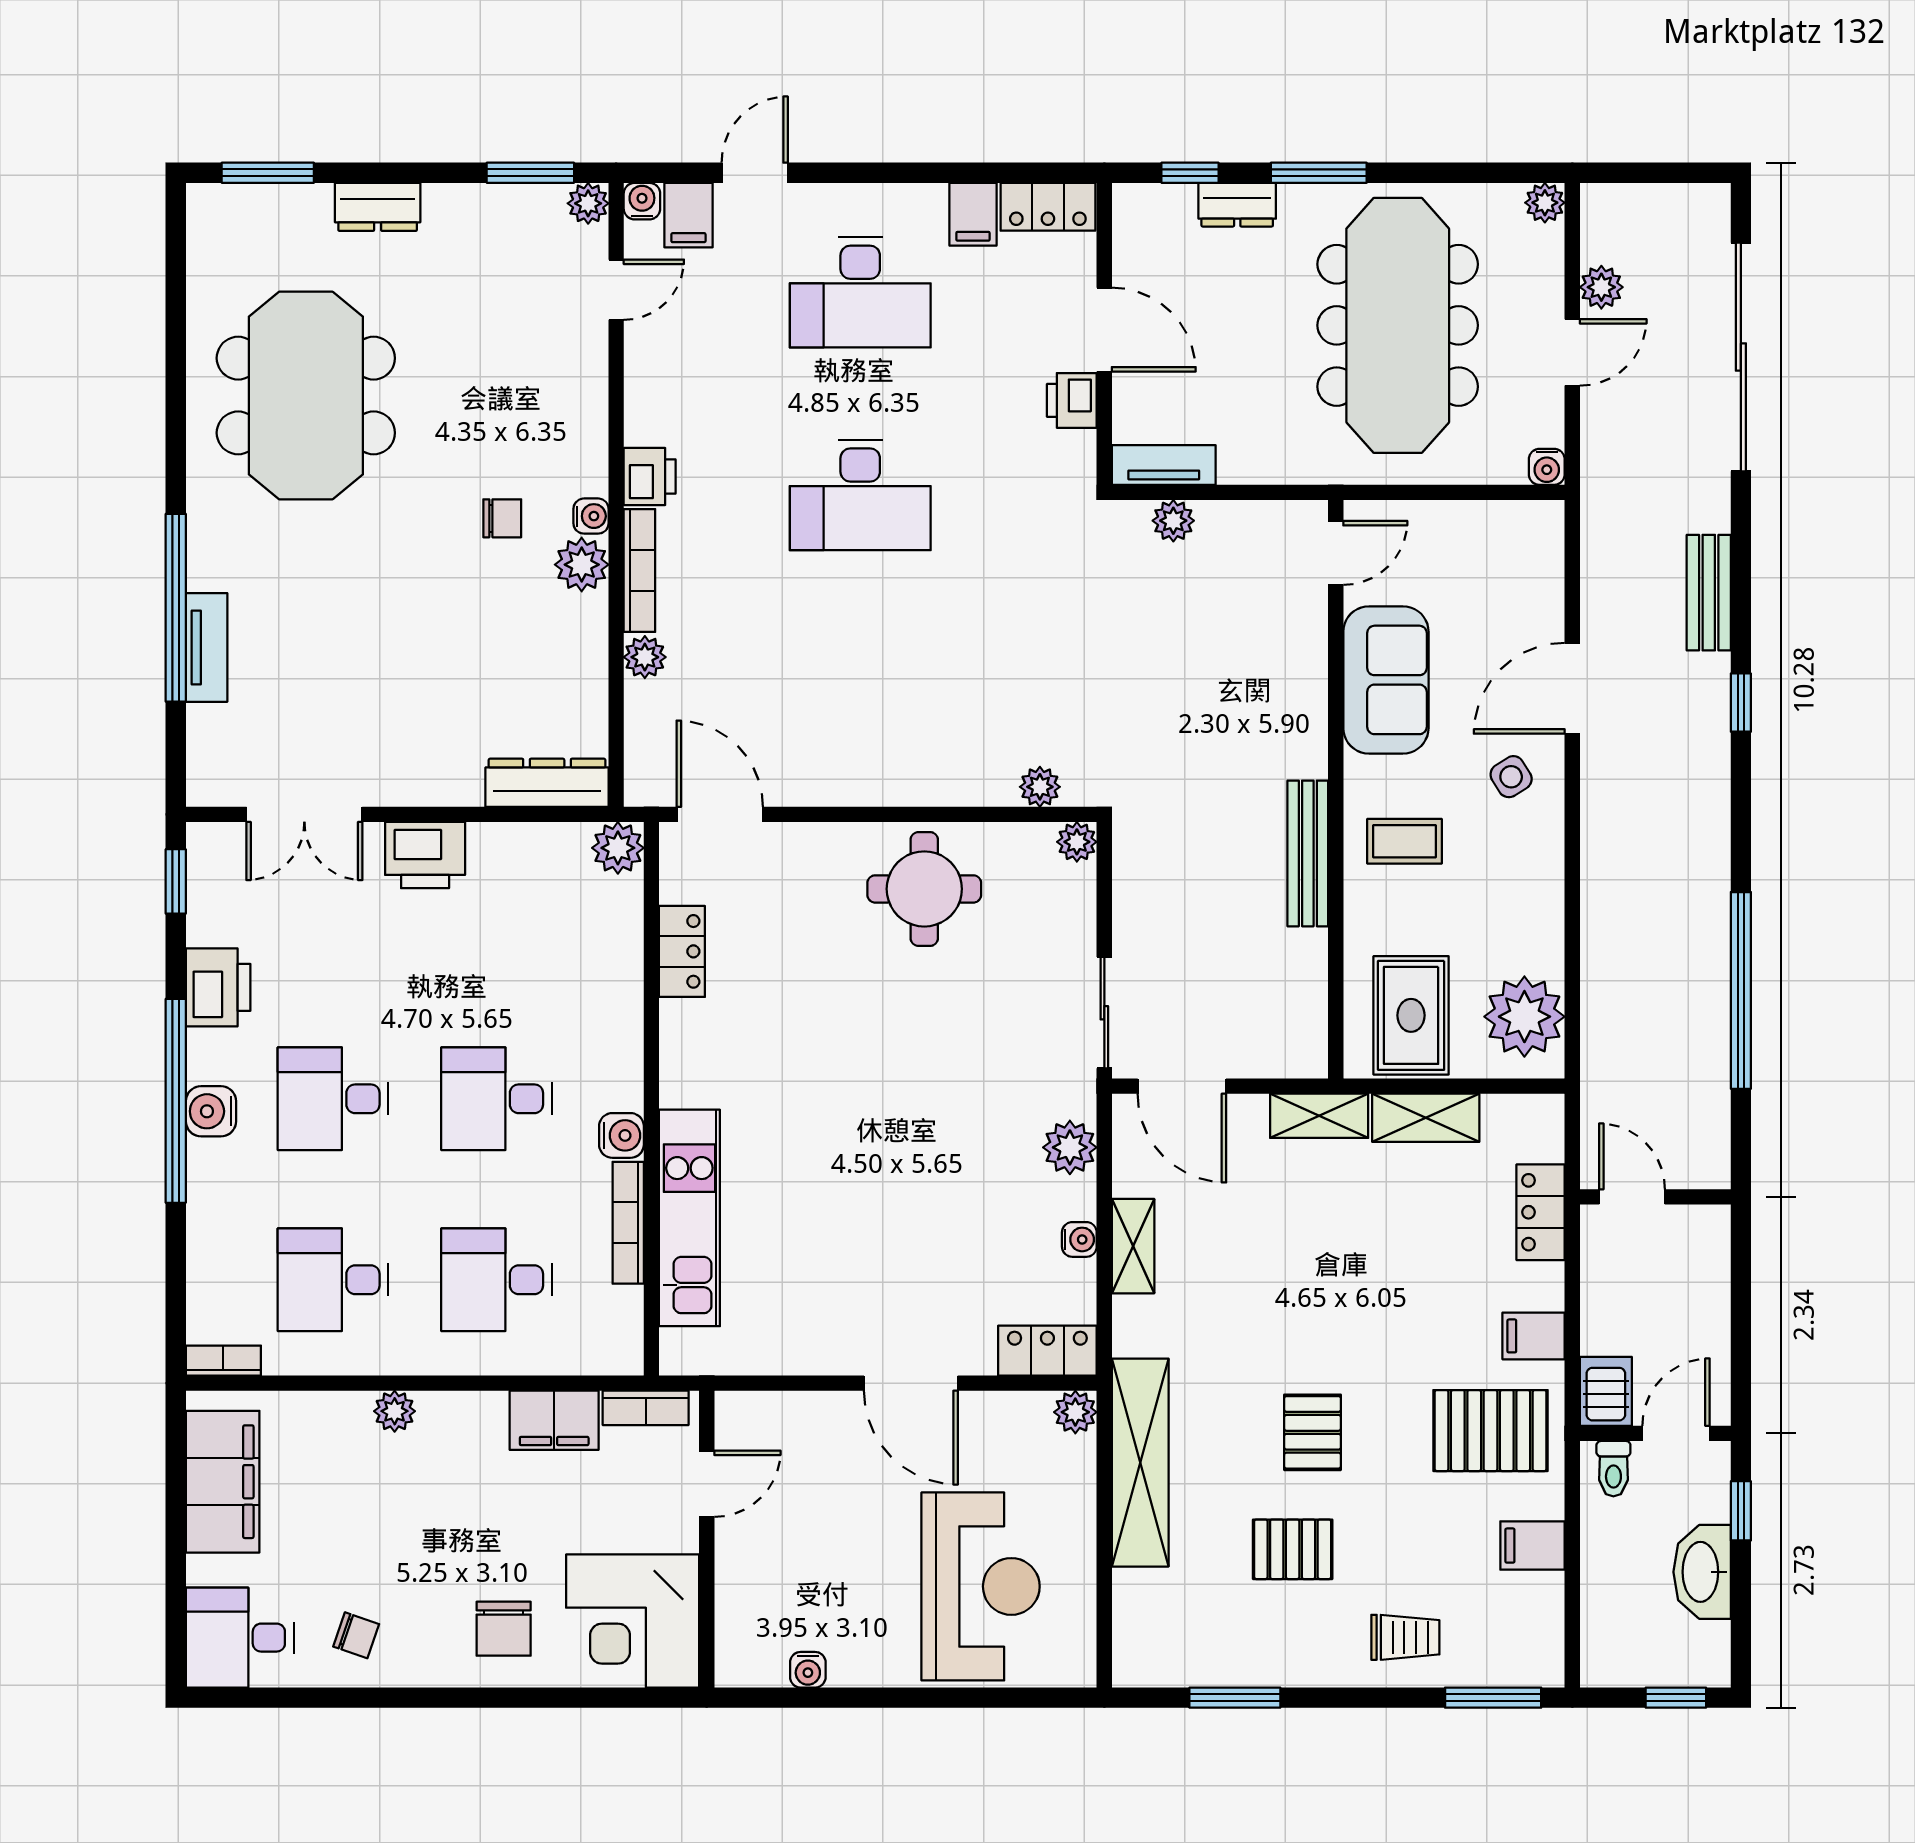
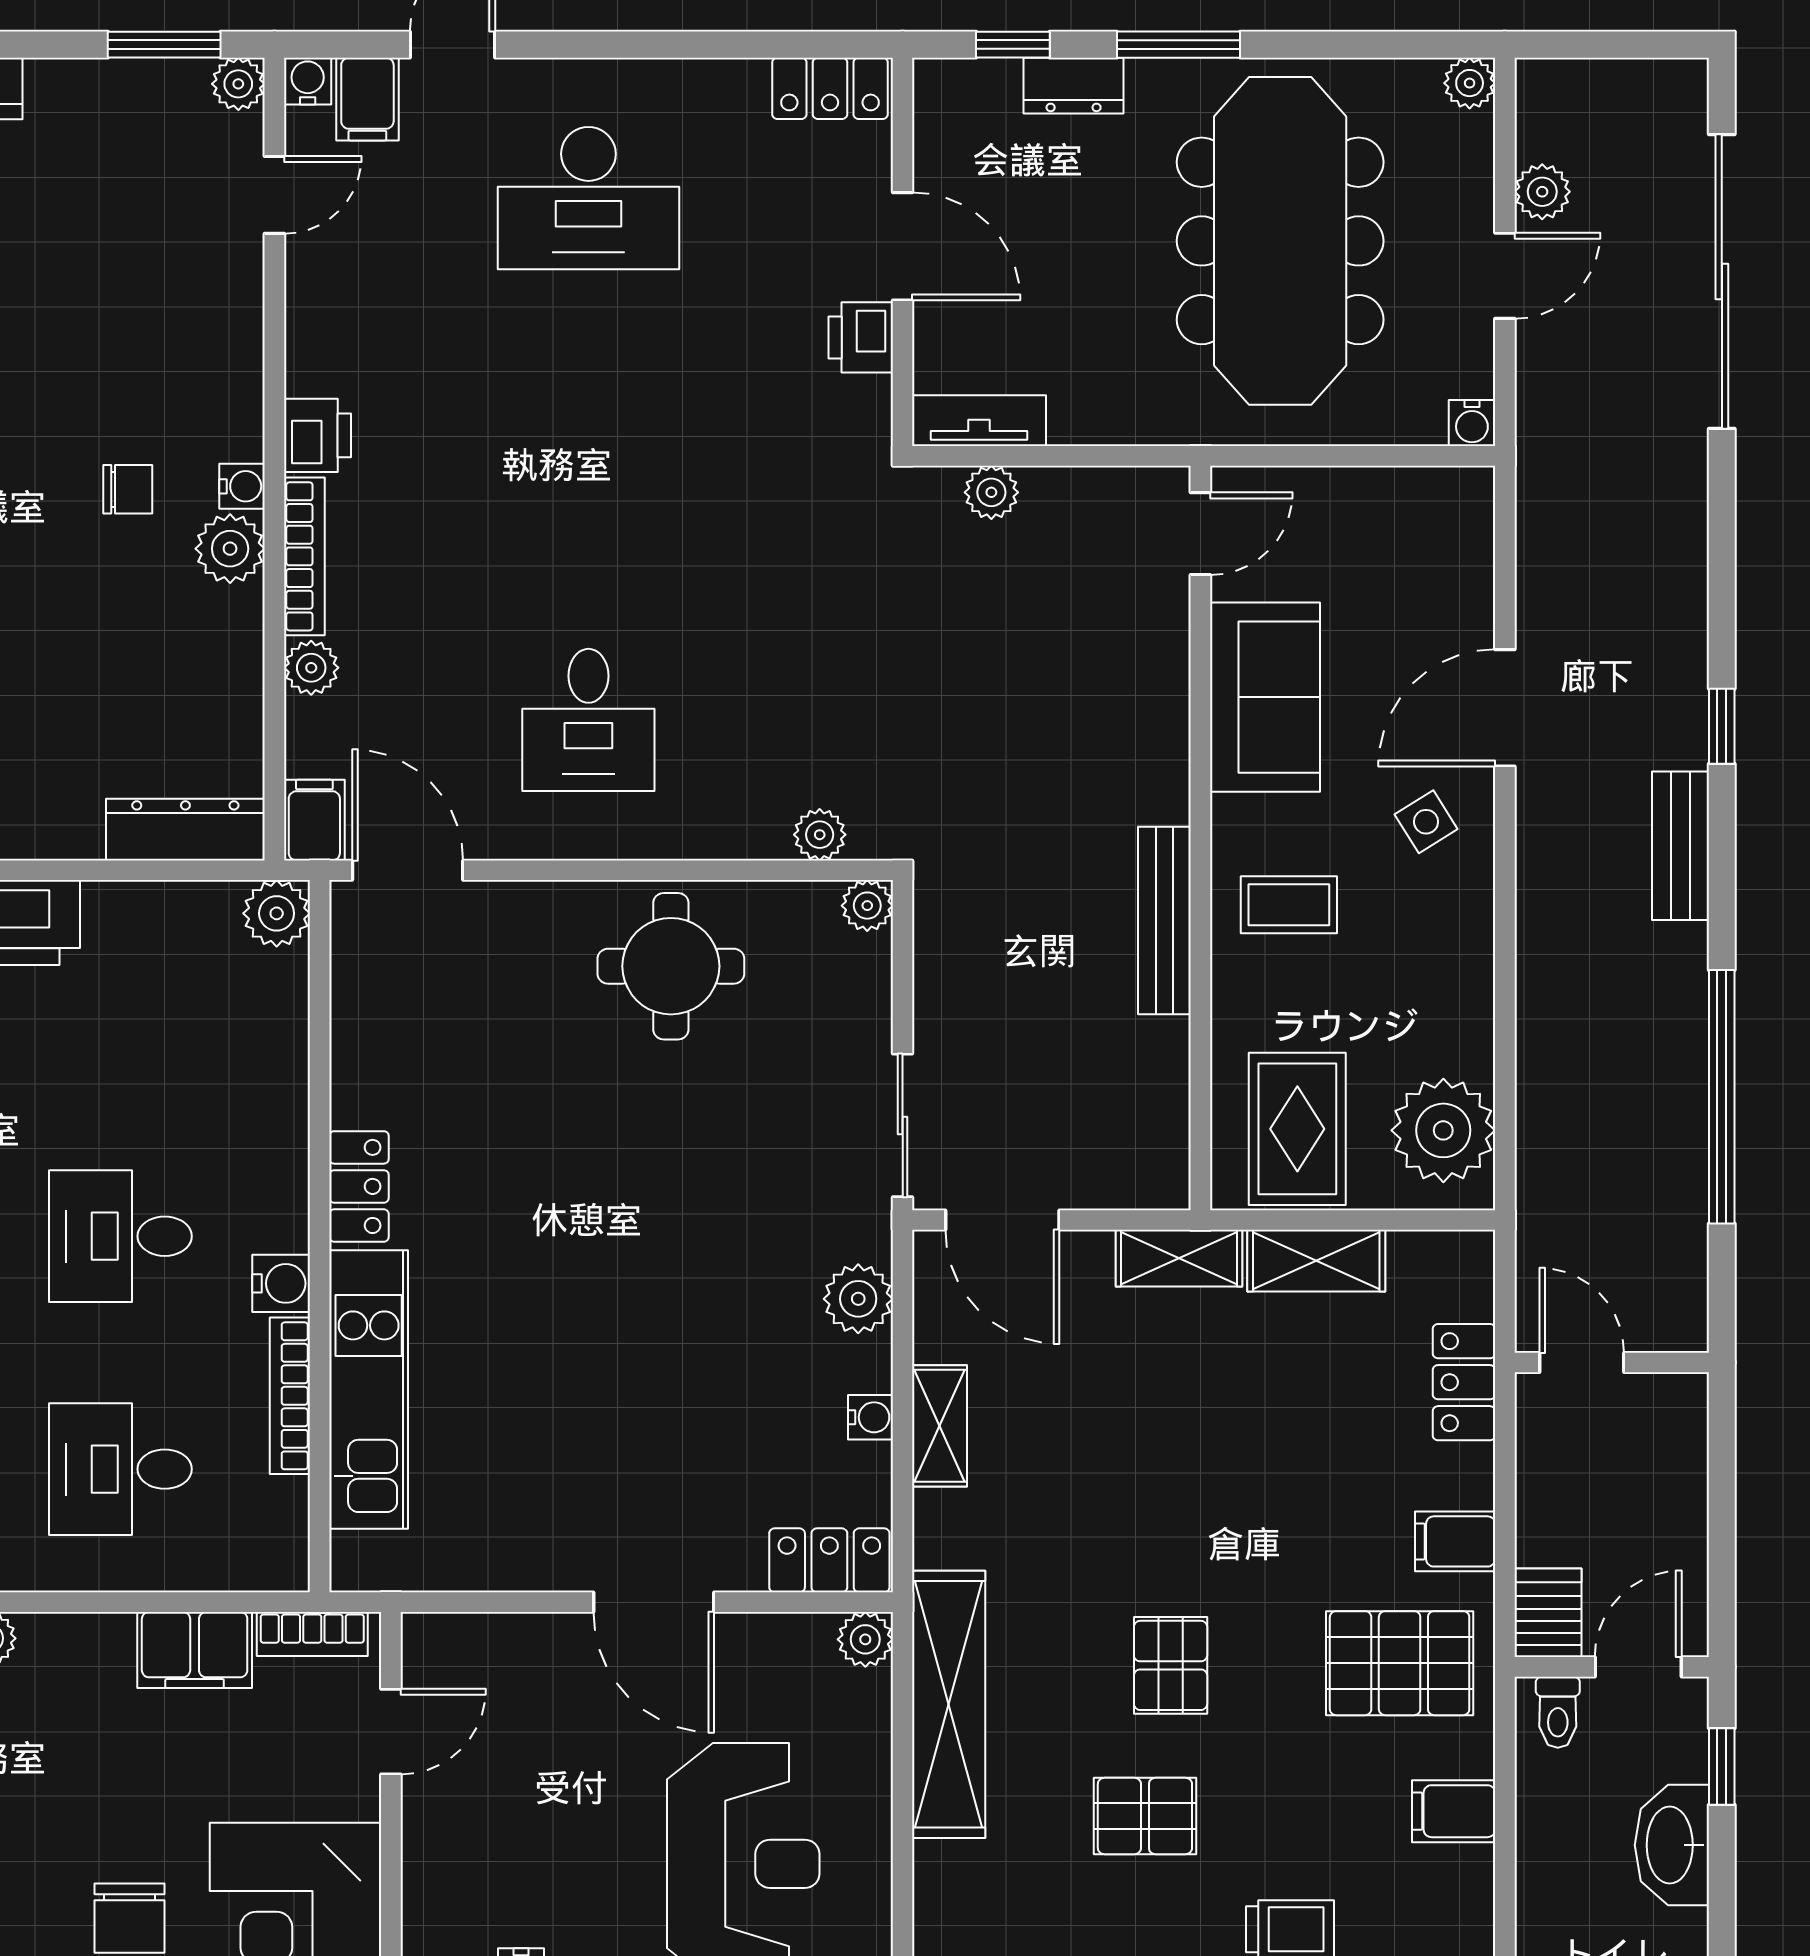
filing cabinet: (973, 214) -> (314, 820), moved, turned 180
desk: (860, 495) -> (588, 720), moved, width x0.73
bench: (1709, 593) -> (1680, 846), moved
locker: (682, 951) -> (359, 1186), moved

